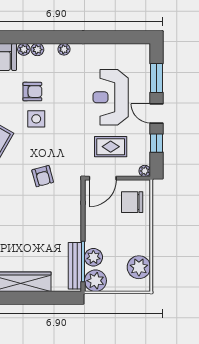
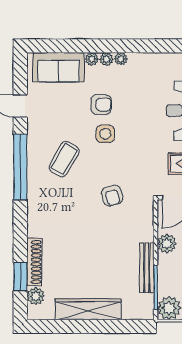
plant: (64, 49) -> (121, 59), moved
plant: (93, 257) -> (167, 244), moved
bench: (75, 266) -> (147, 268), moved

